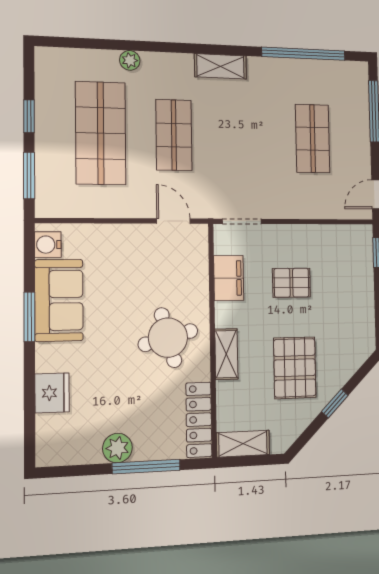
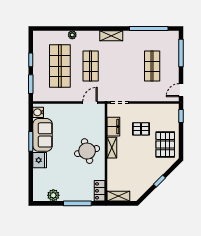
door: (173, 221) -> (90, 103), hinge flipped
shelving: (226, 354) -> (112, 148), moved
pallet: (295, 368) -> (165, 145), moved
fridge: (52, 393) -> (40, 160), moved
locker: (199, 420) -> (100, 191), width x0.66
plant: (117, 448) -> (53, 195), moved

